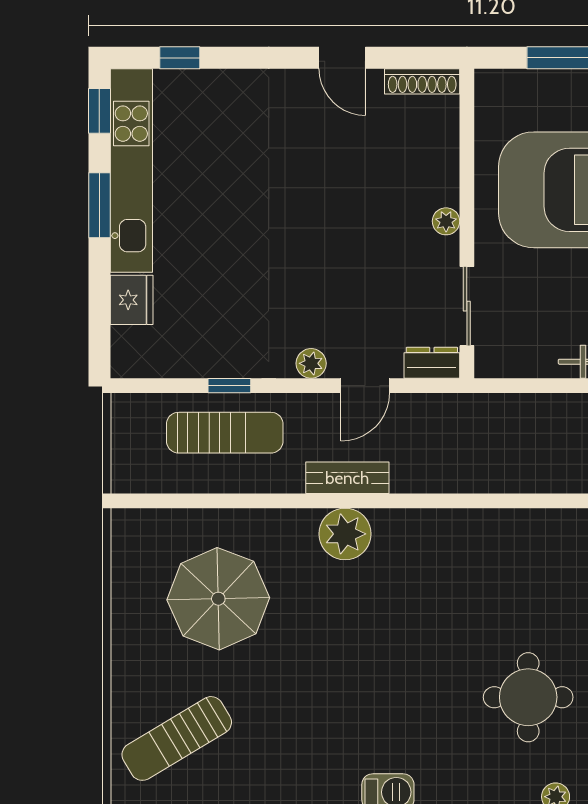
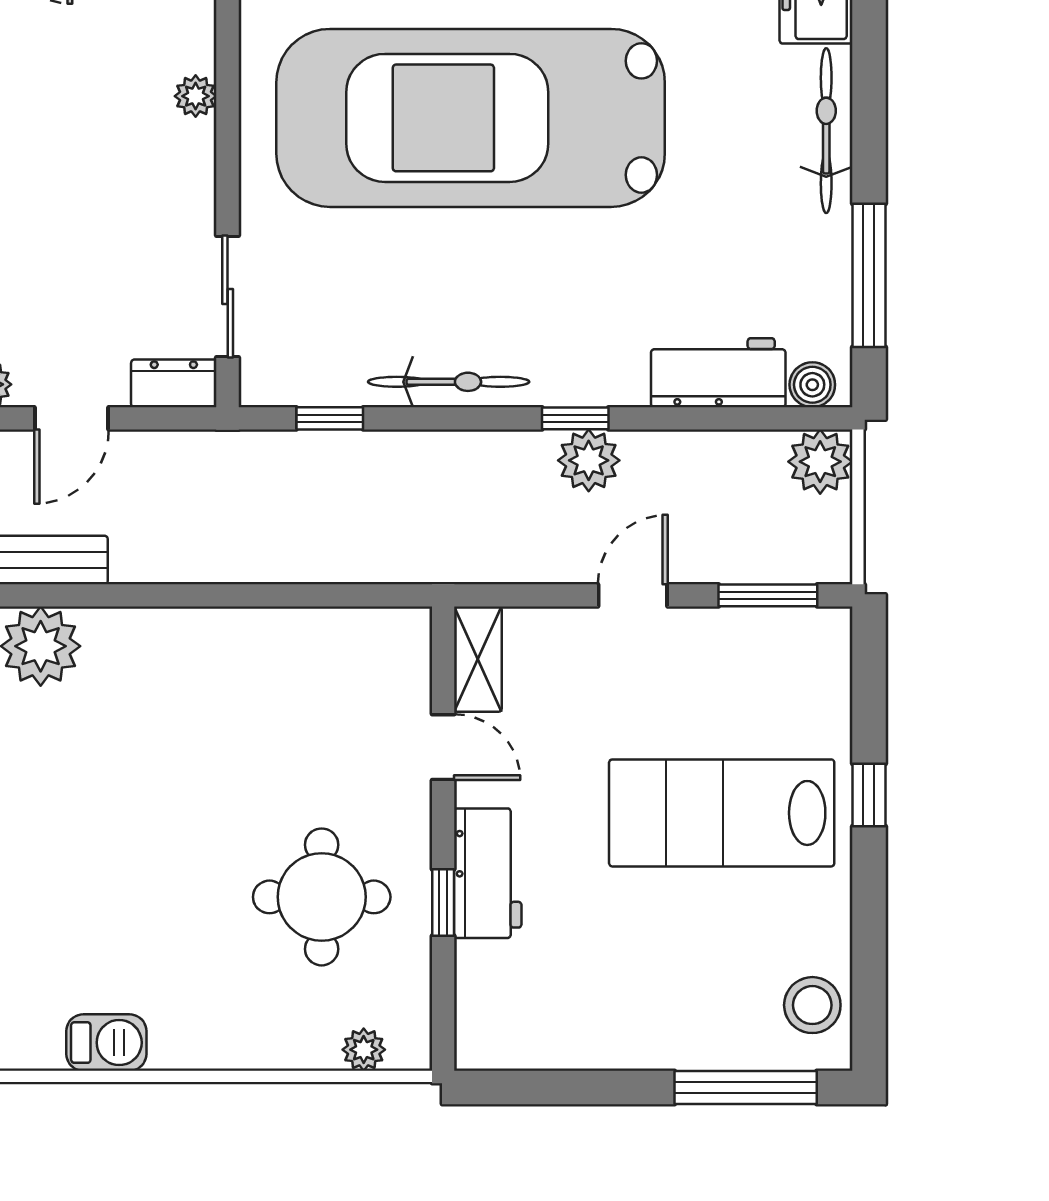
plant: (446, 221) -> (196, 96), moved
window: (533, 386) -> (330, 418), added

